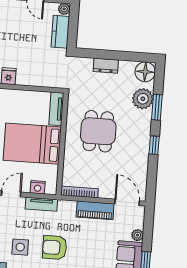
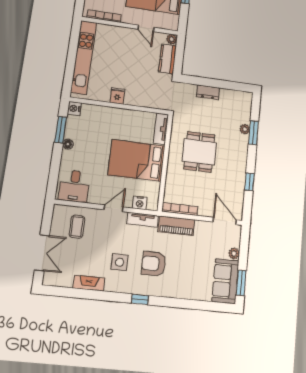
floor lamp: (145, 72) -> (243, 100), removed
plant: (143, 99) -> (245, 129), width x0.53, depth x0.53
window: (154, 145) -> (249, 182), moved
piano: (95, 210) -> (176, 226), moved

